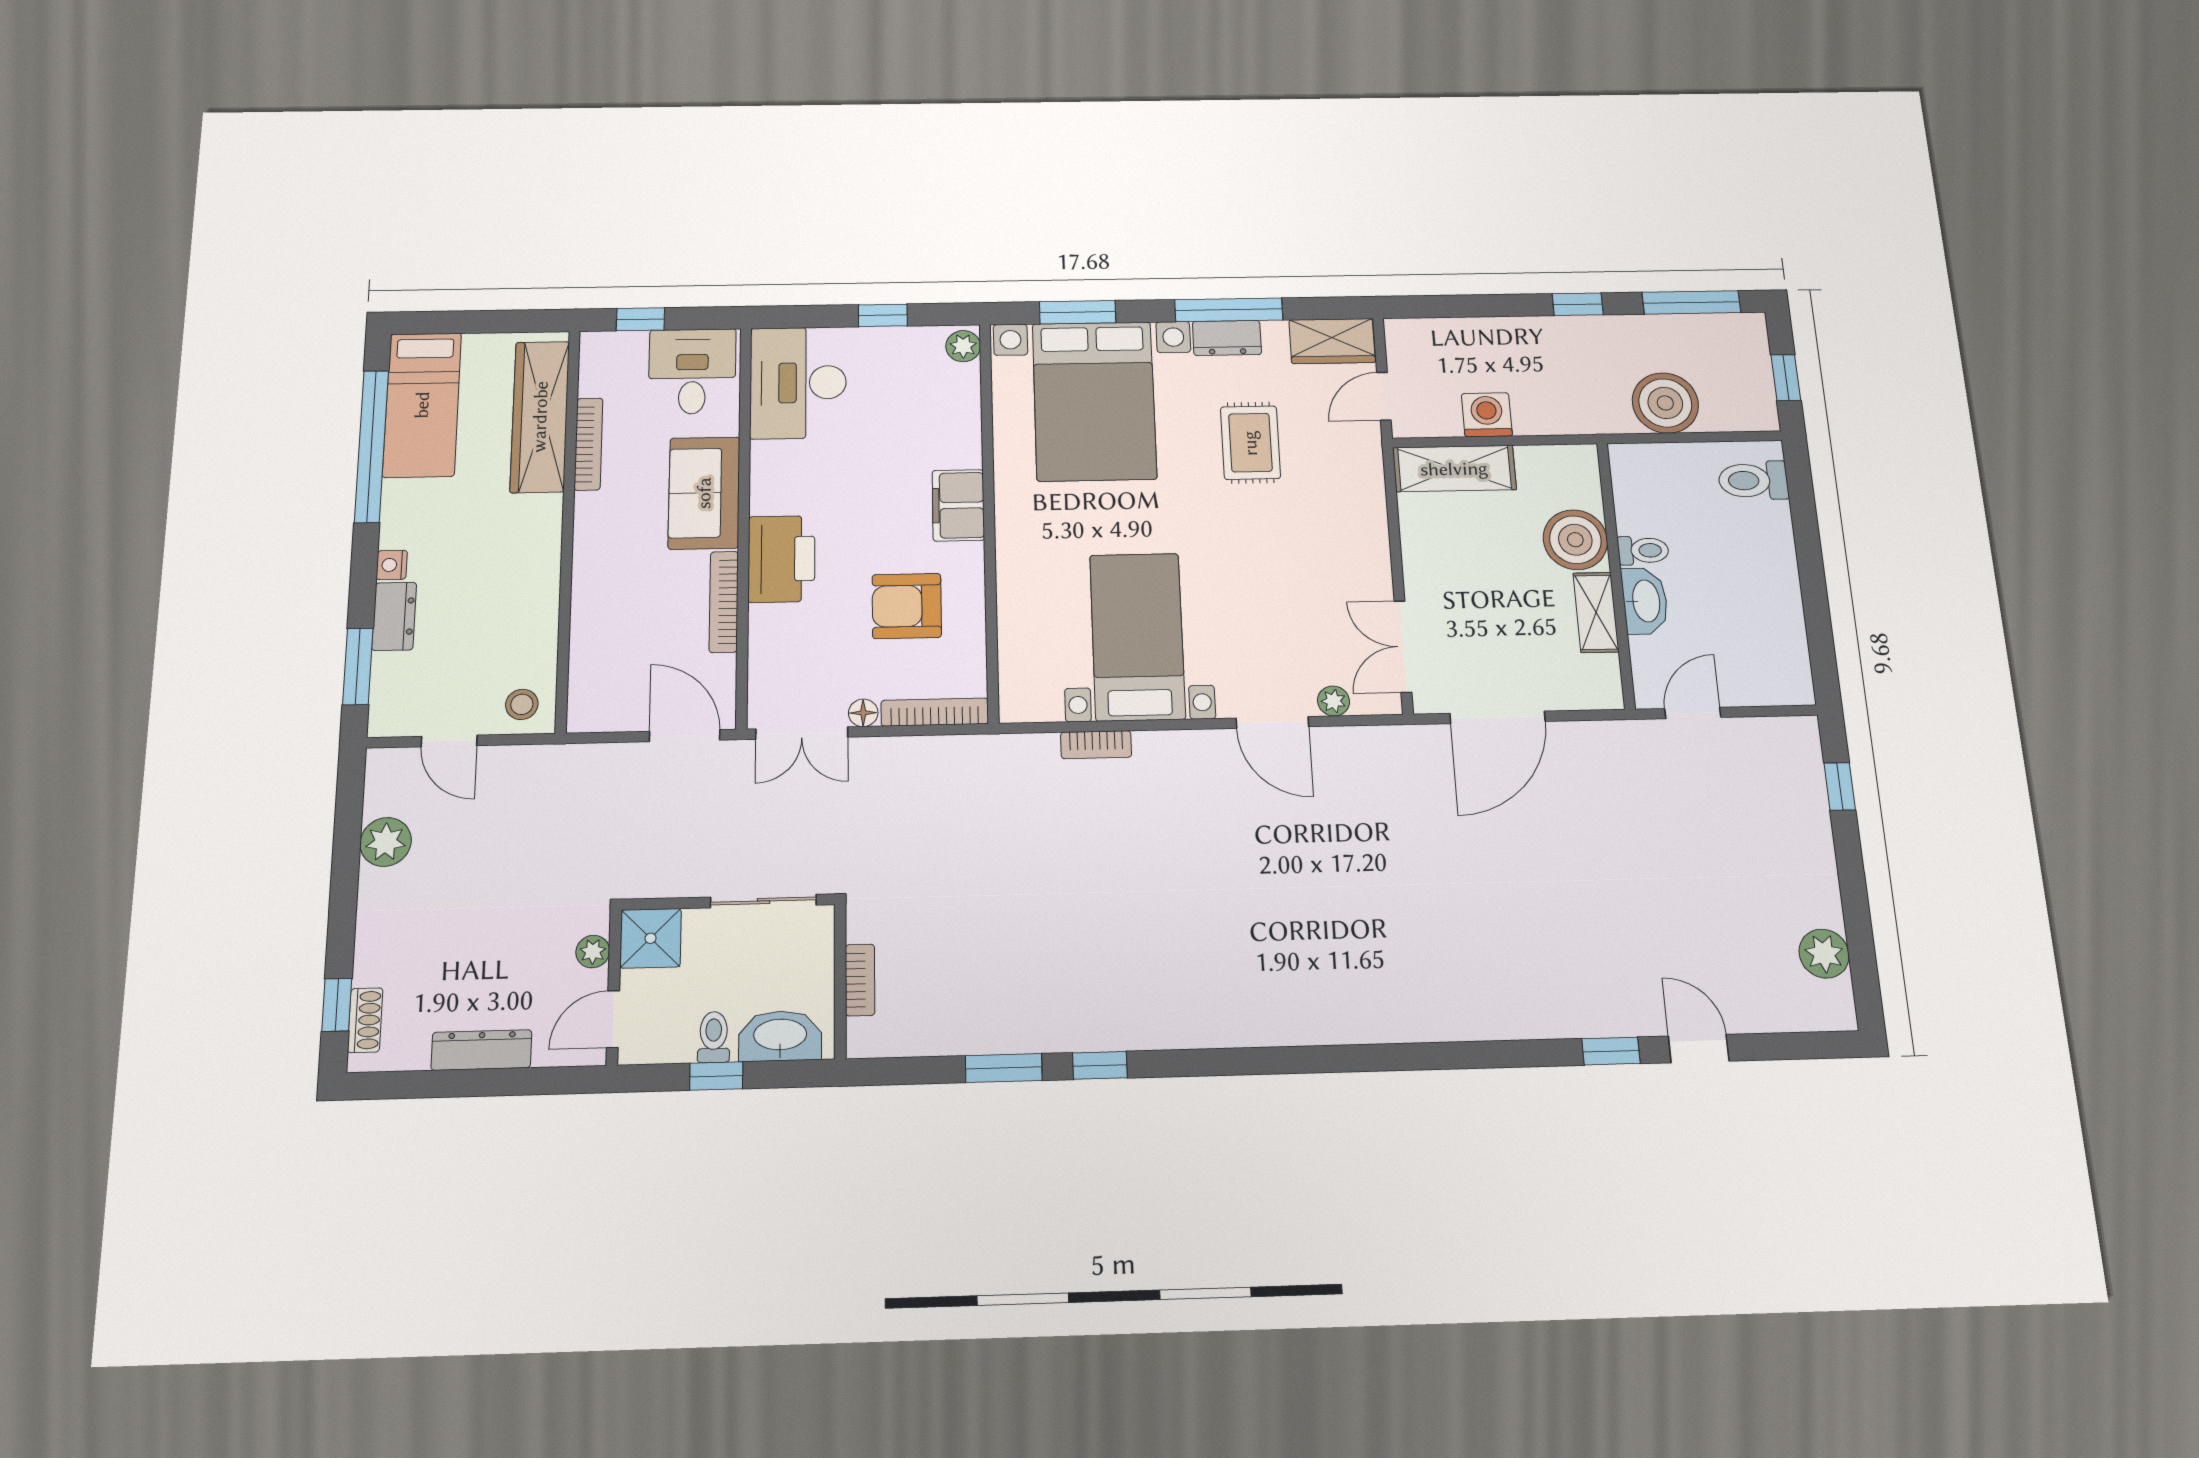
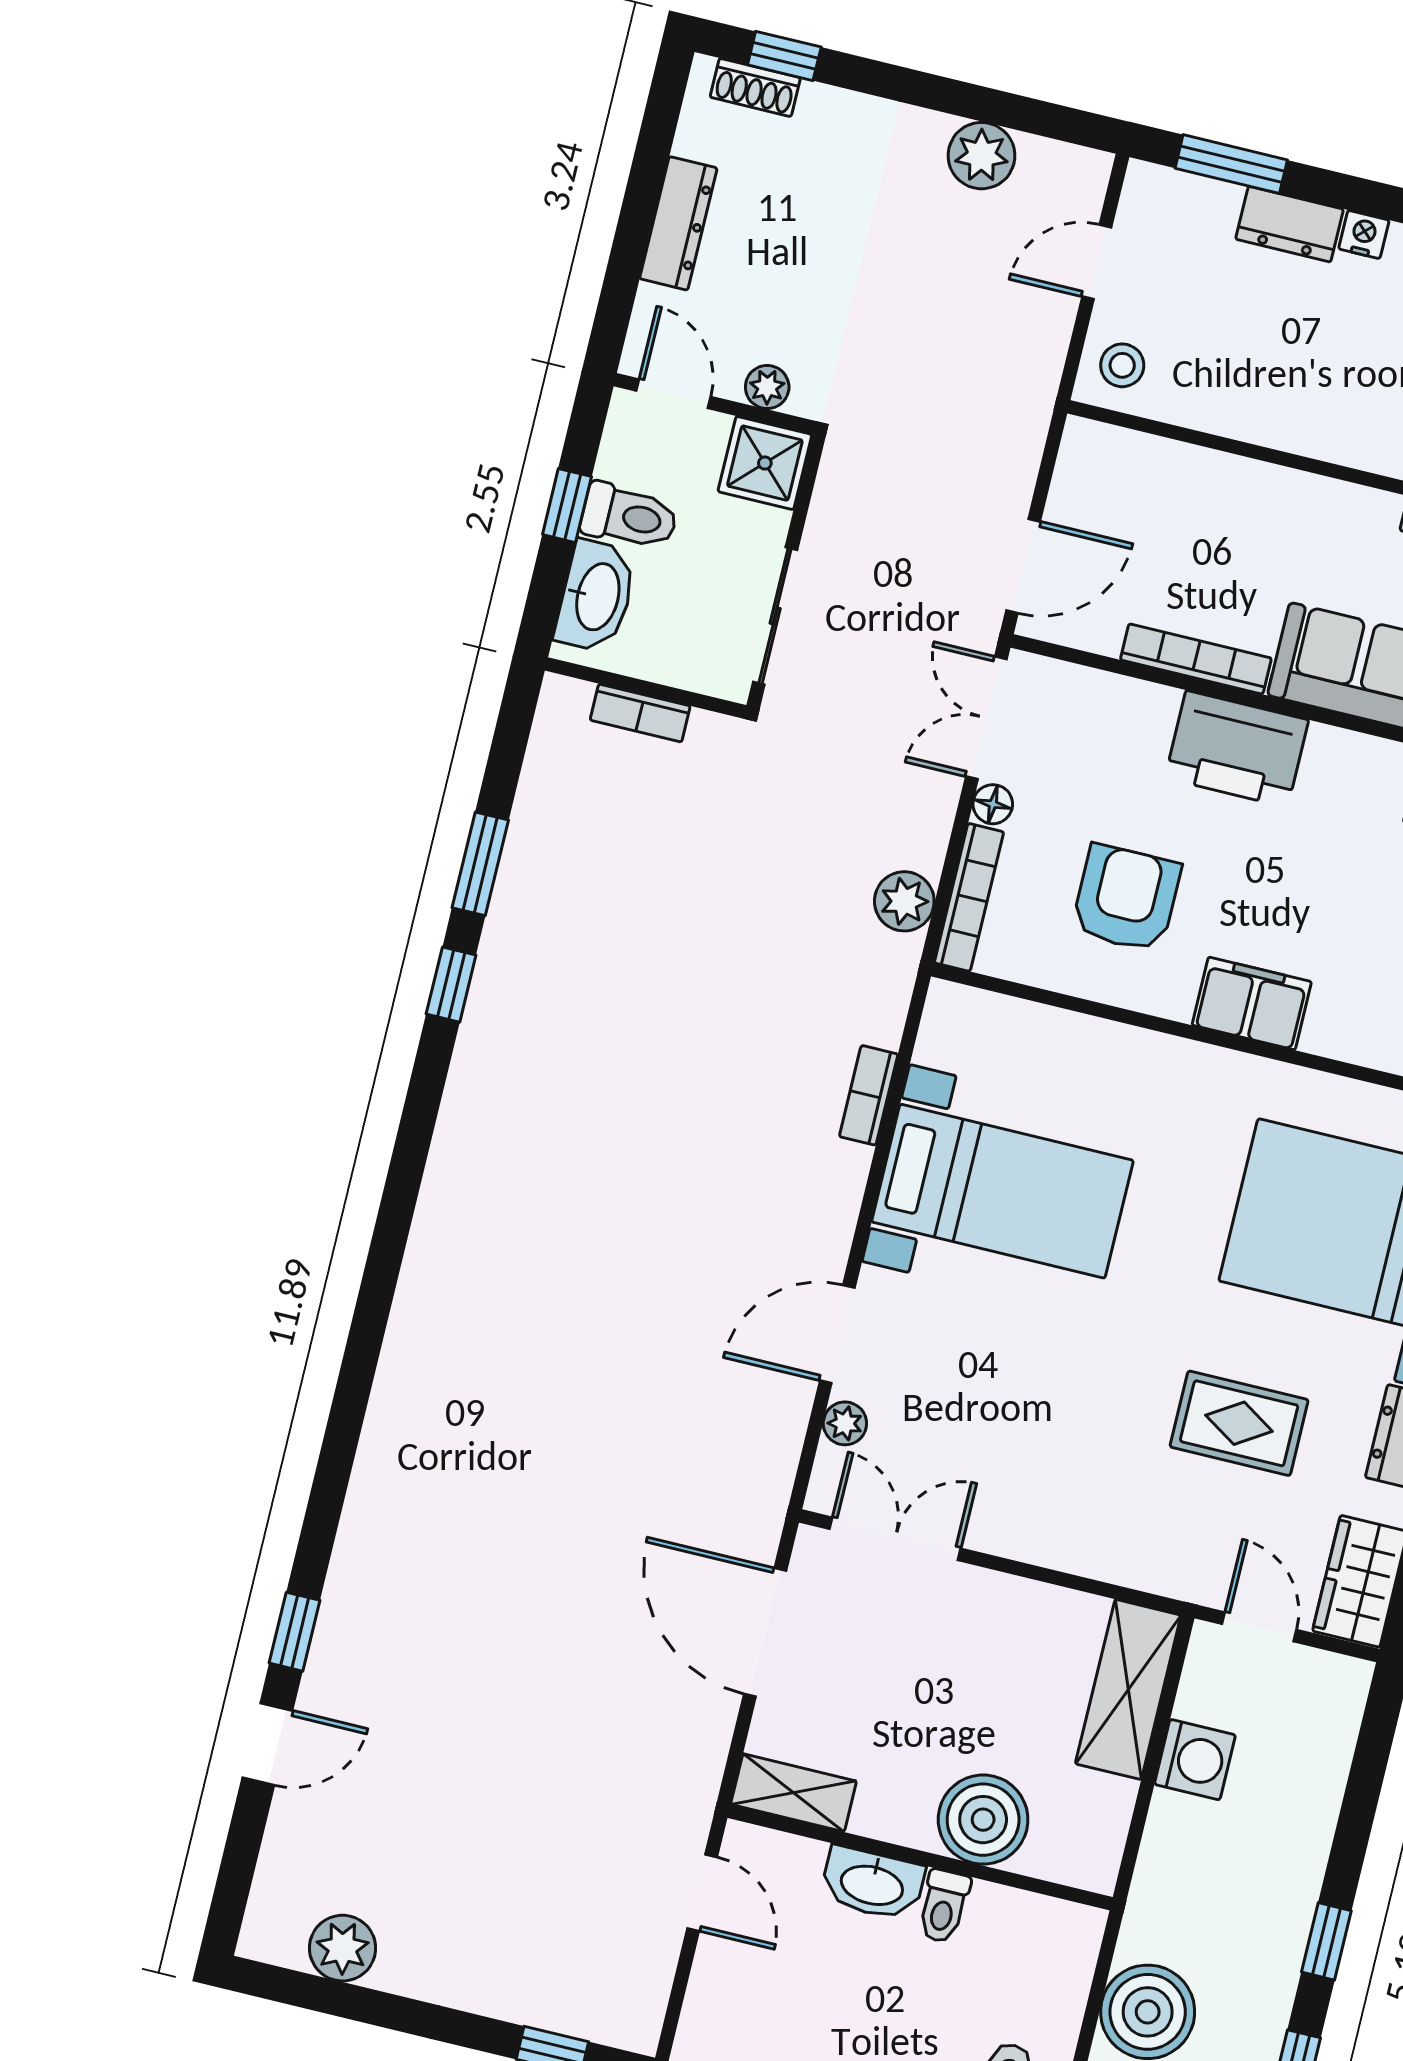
shelving: (1596, 612) -> (794, 1793), moved
plant: (950, 756) -> (904, 901), added
toilet: (714, 1037) -> (629, 516), width x1.37, depth x1.39

